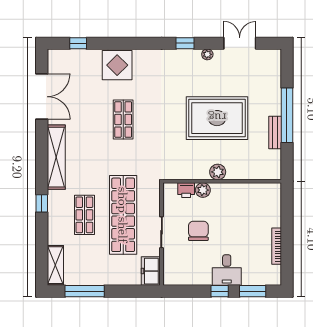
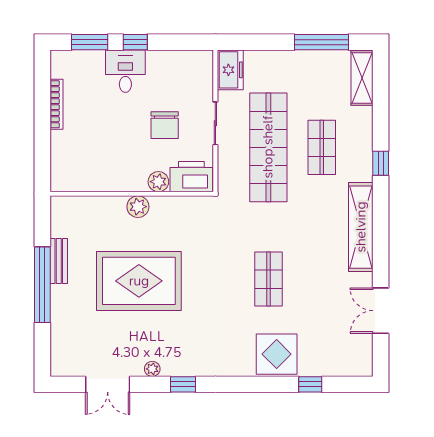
window: (78, 43) -> (310, 384), moved
double door: (42, 97) -> (381, 311), width x0.73
printer: (186, 190) -> (191, 177), width x1.87, depth x1.48

